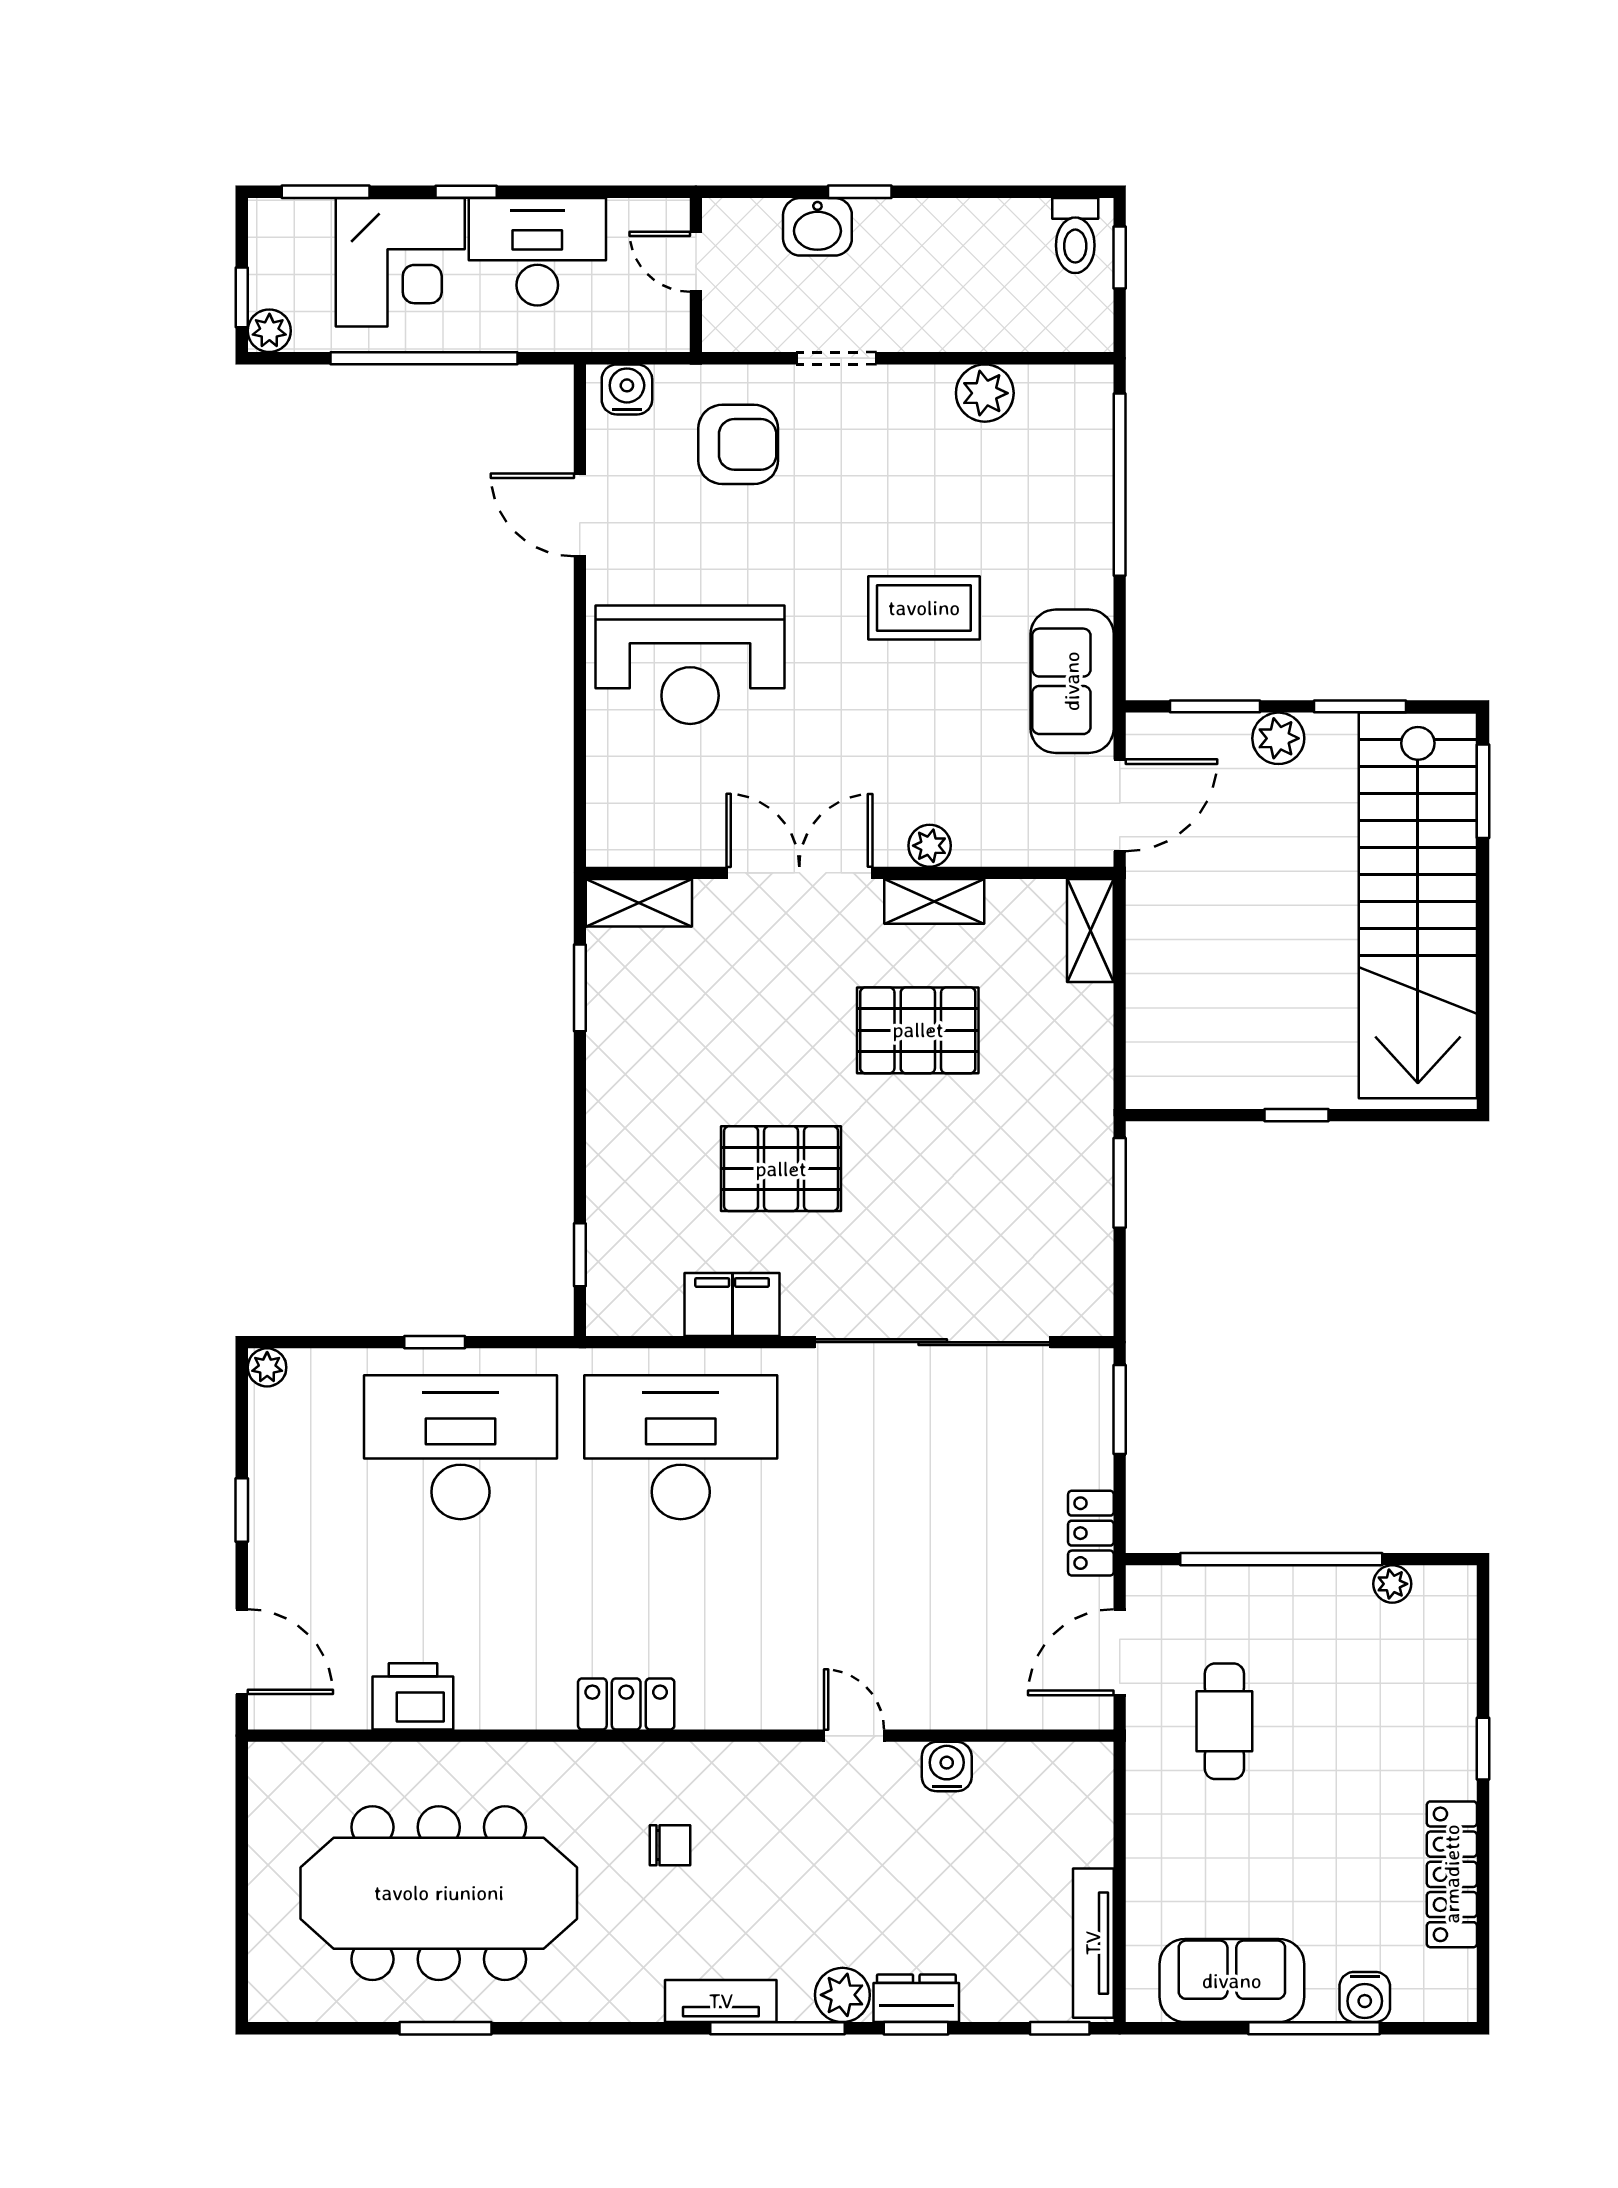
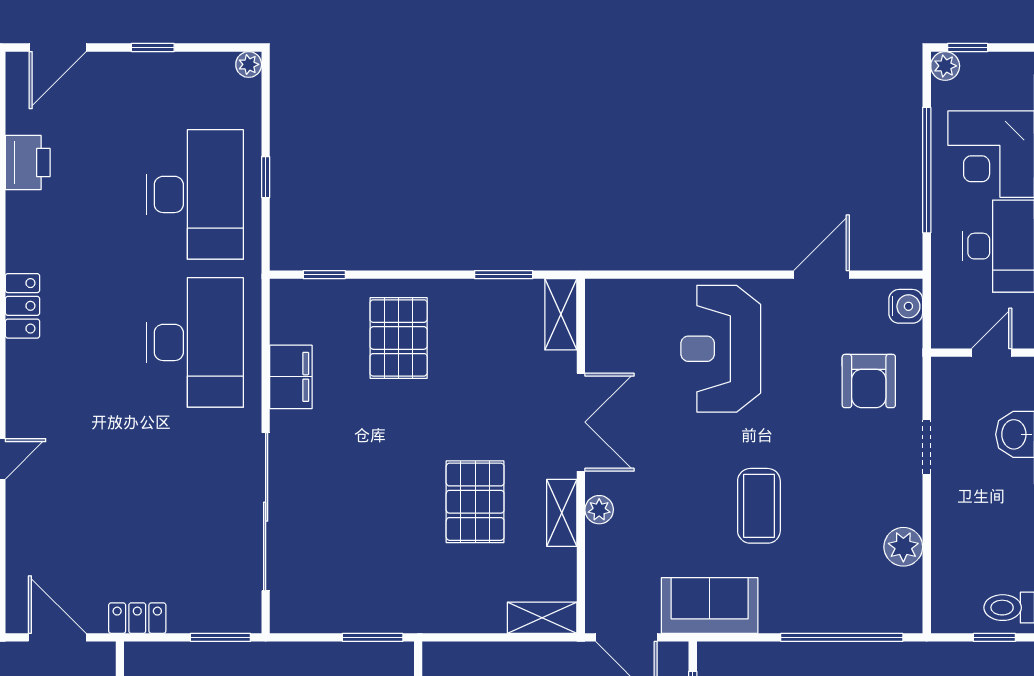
pallet: (781, 1169) -> (399, 338), moved

